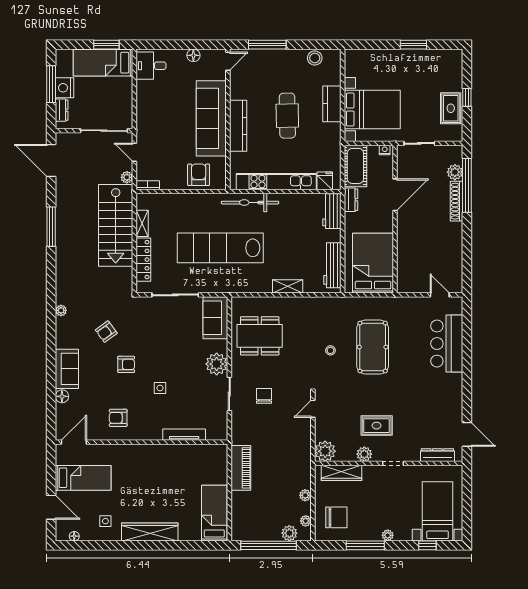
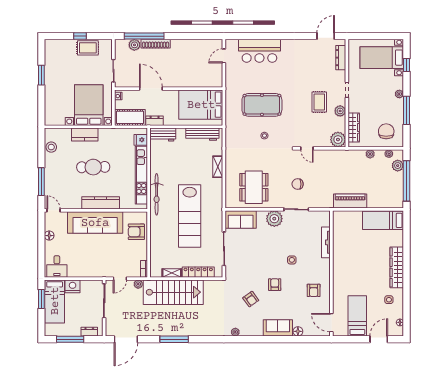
nightstand: (64, 88) -> (73, 286), moved, turned 180

